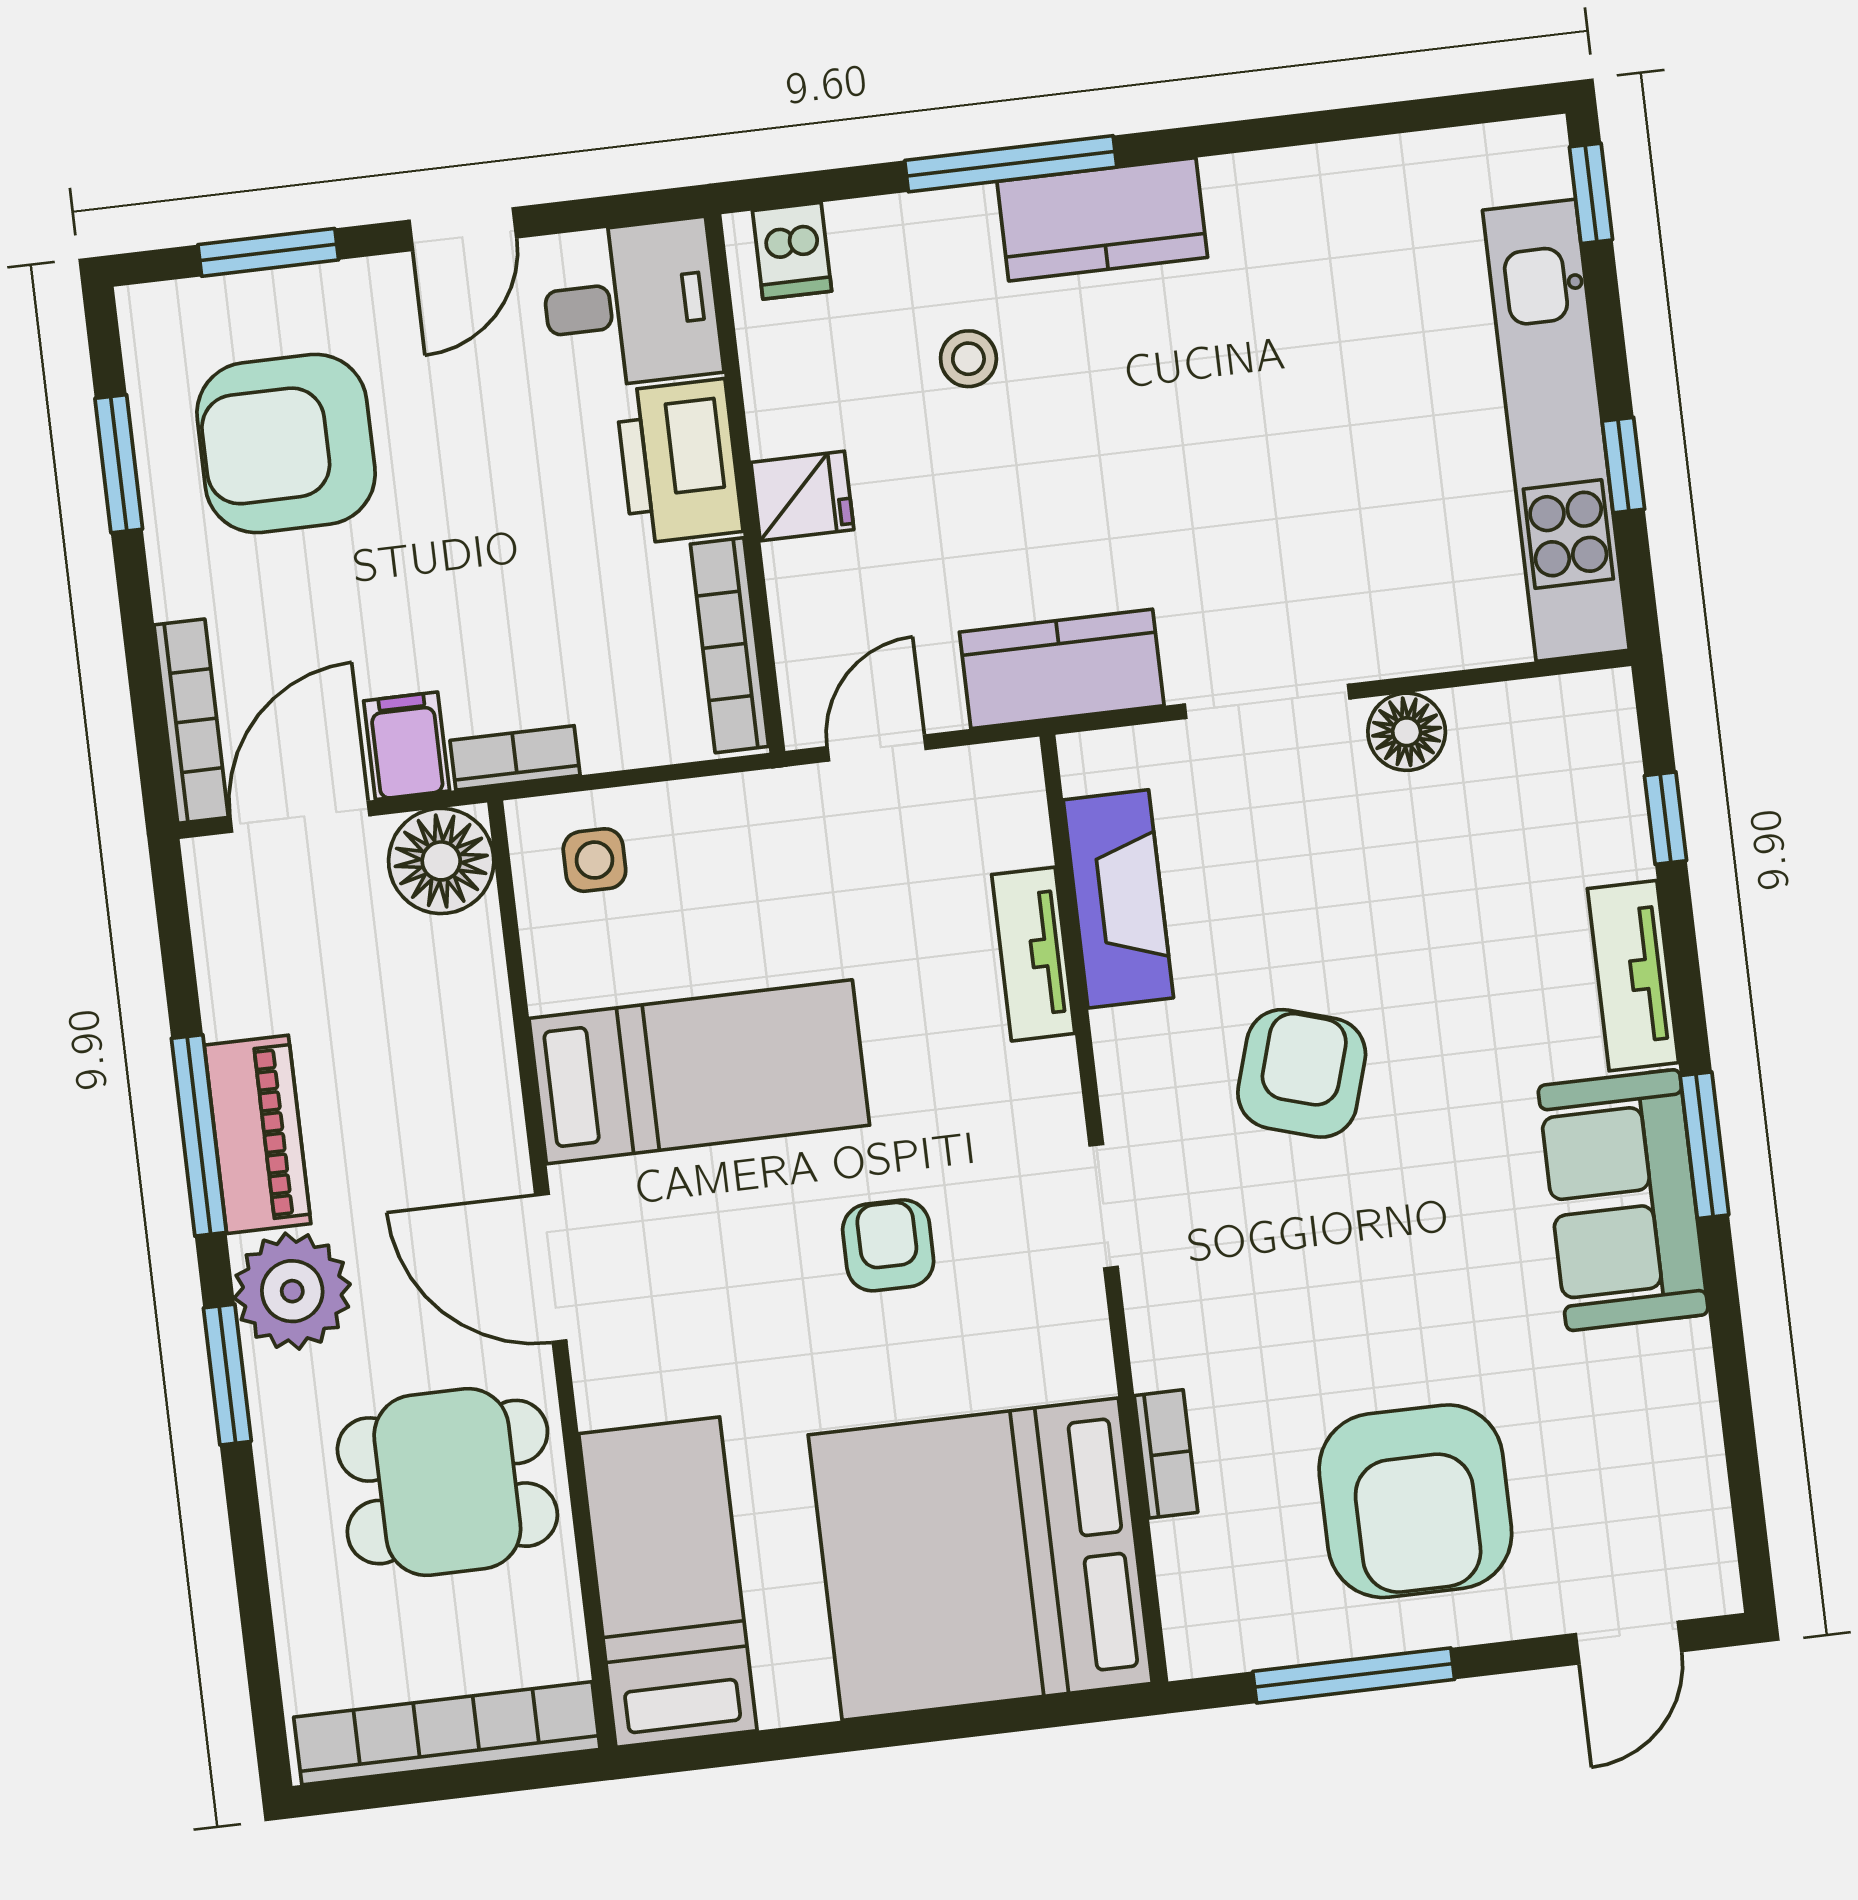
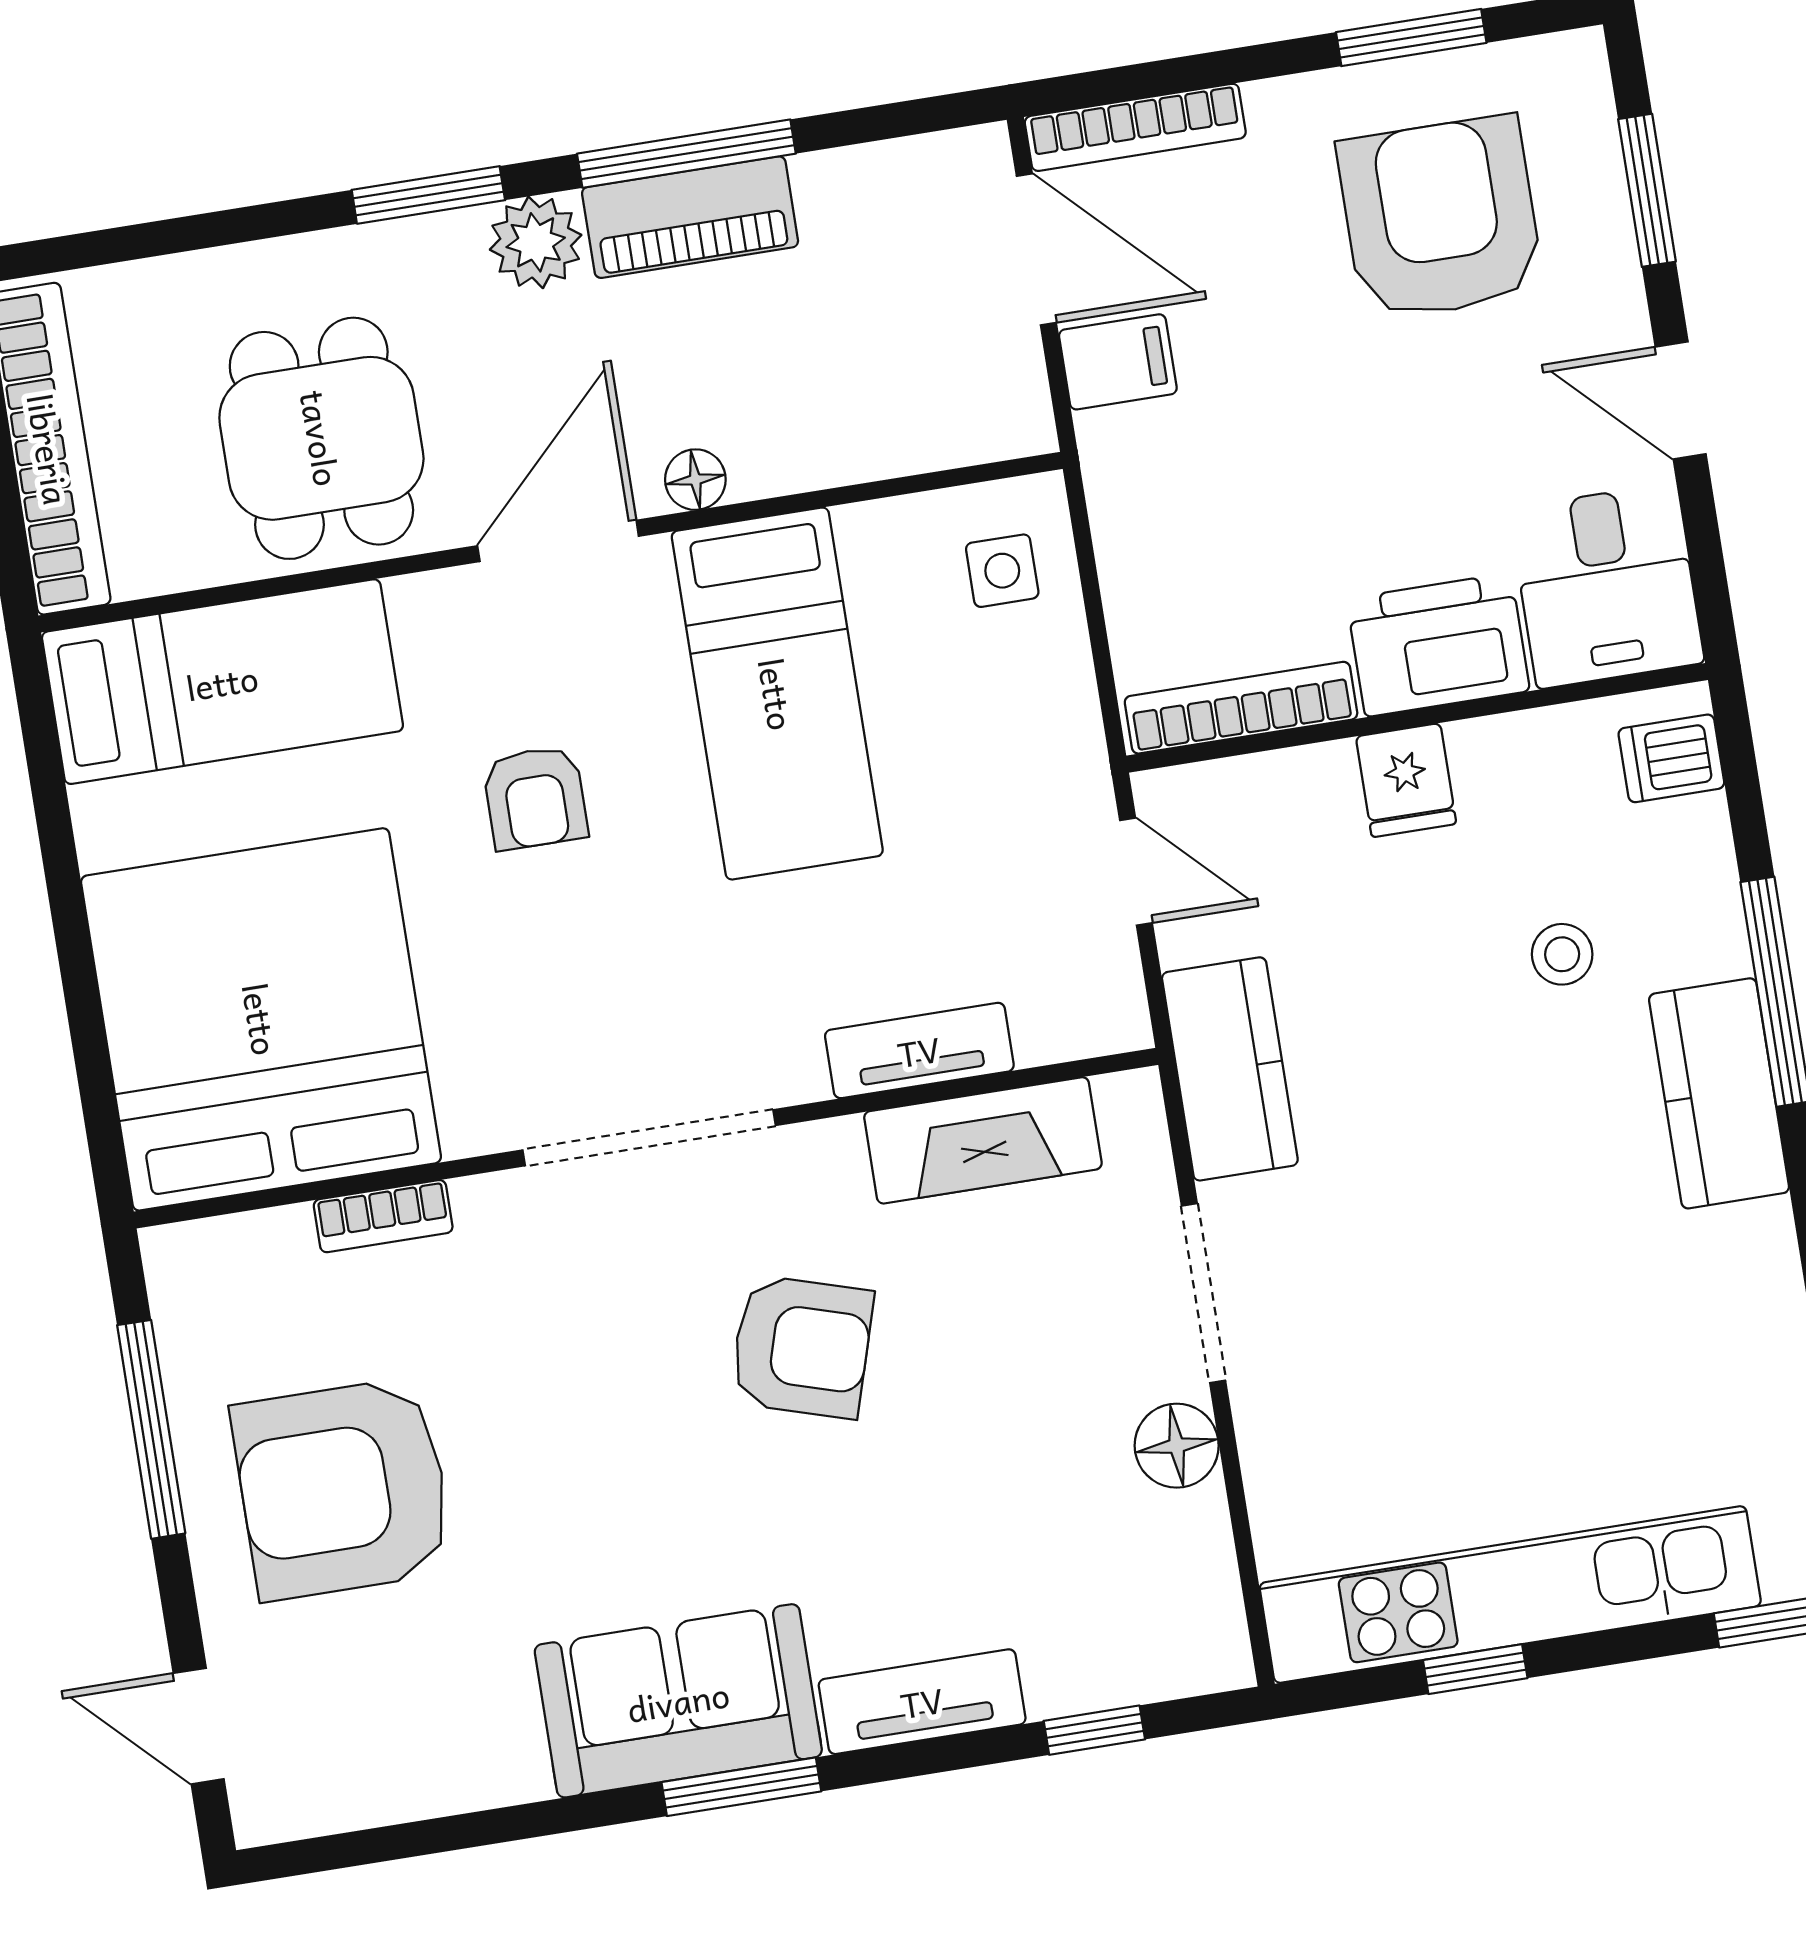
bookcase: (515, 758) -> (1110, 480), removed
floor lamp: (441, 861) -> (695, 480), moved, width x0.53, depth x0.53
doorway: (1104, 1206) -> (649, 1138), width x1.87
armchair: (888, 1245) -> (535, 798), moved, turned 90
plant: (292, 1291) -> (536, 242), width x0.73, depth x0.73

